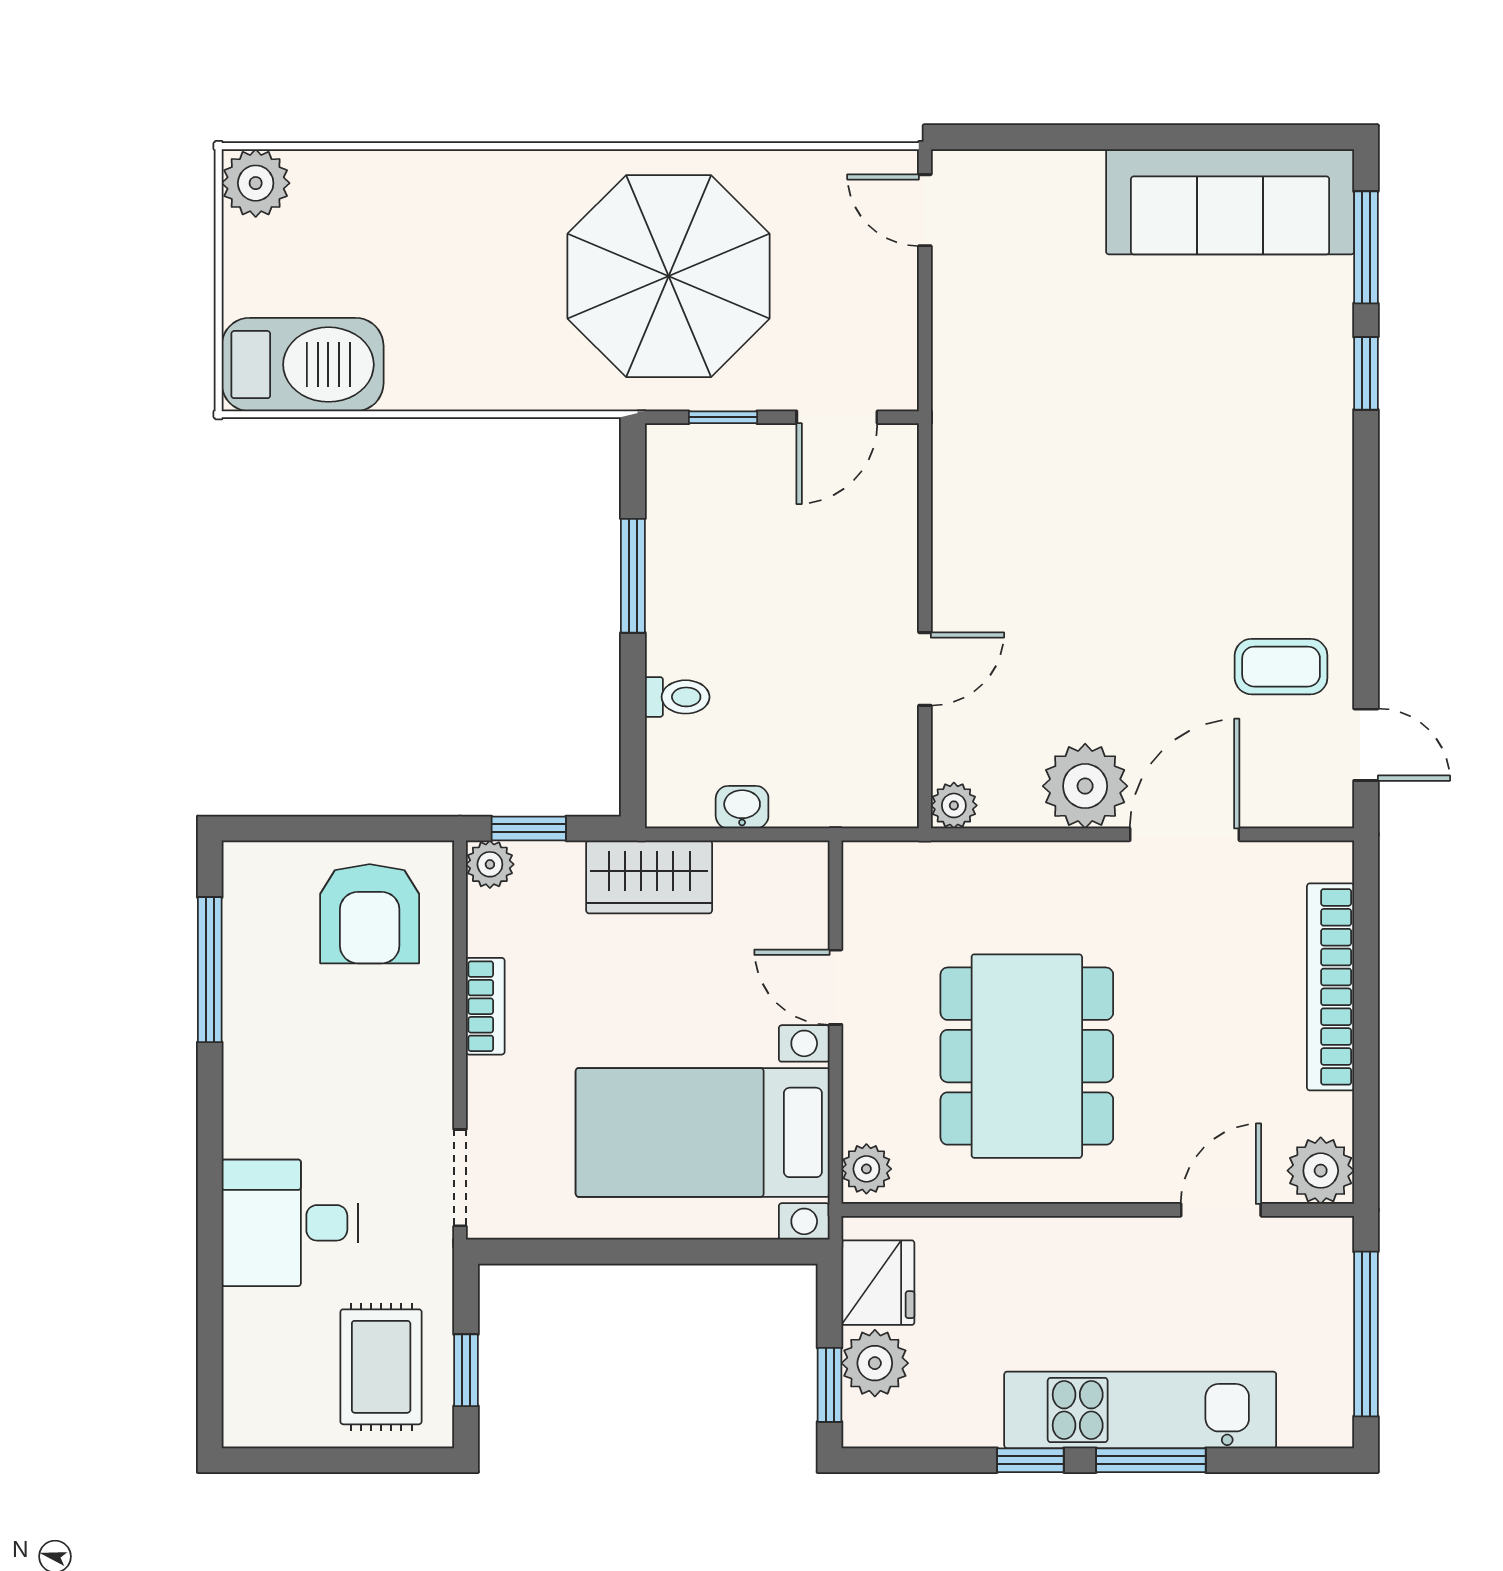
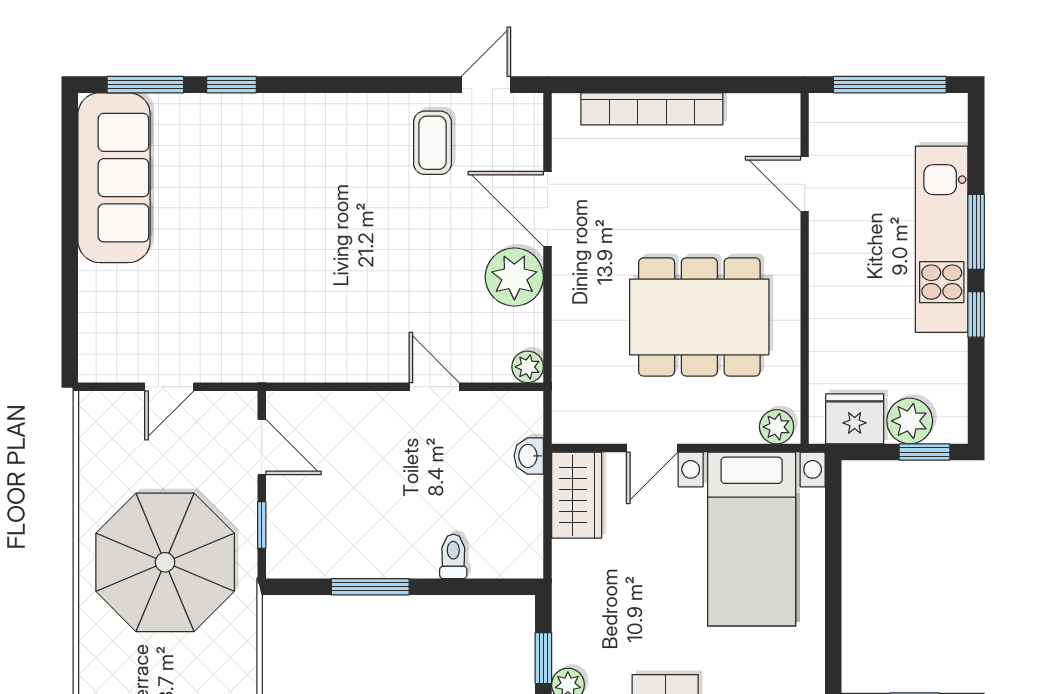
door: (925, 210) -> (169, 387), moved
washbasin: (742, 807) -> (529, 456), moved
wardrobe: (649, 877) -> (577, 495), moved
plant: (1321, 1171) -> (778, 116), removed

